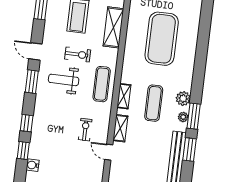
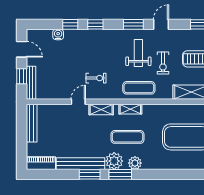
plant: (183, 117) -> (114, 161), width x1.88, depth x1.88

